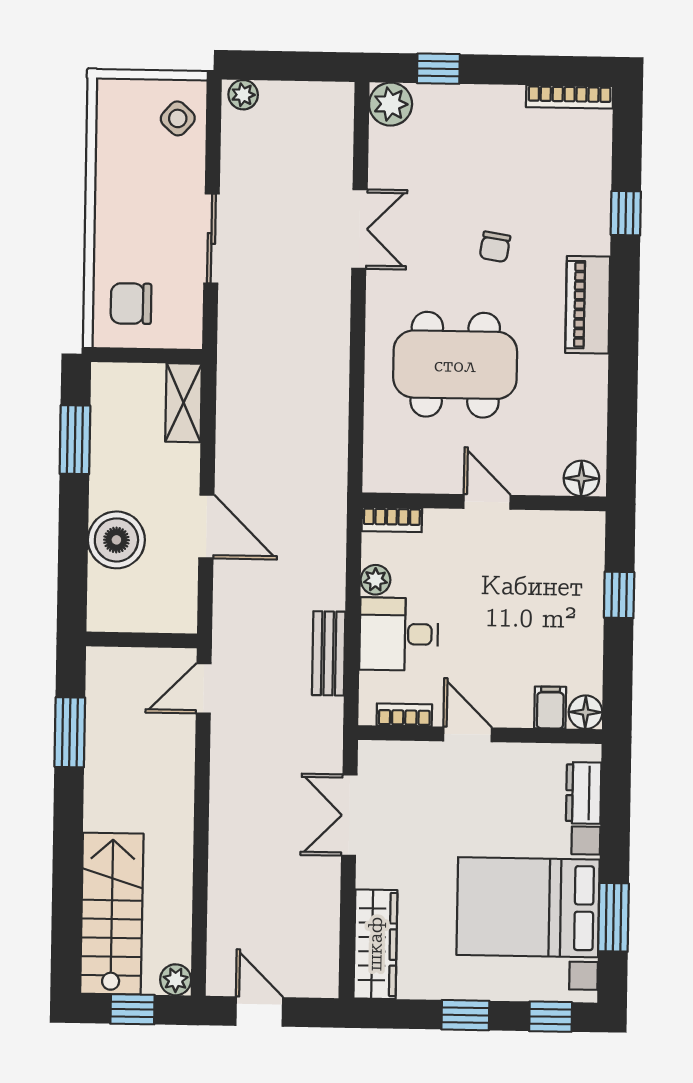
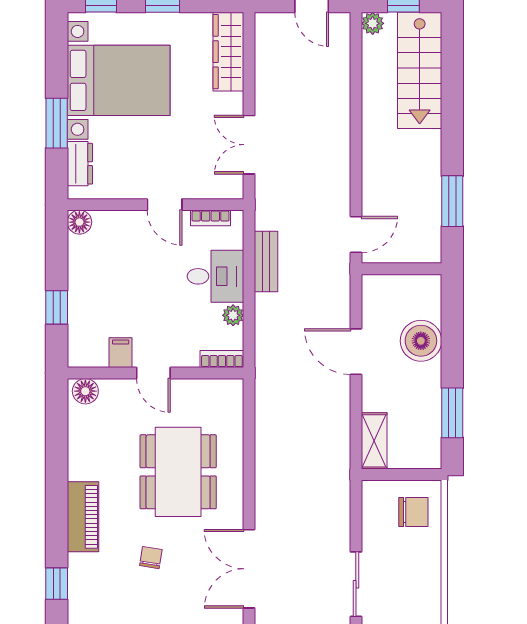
double door: (359, 229) -> (249, 569), width x1.37
sliding door: (211, 238) -> (356, 584), moved
dining table: (455, 365) -> (178, 472), turned 90
filing cabinet: (550, 708) -> (121, 353), moved, turned 180
double door: (349, 815) -> (249, 145), swing flipped
window: (613, 917) -> (57, 123), moved

